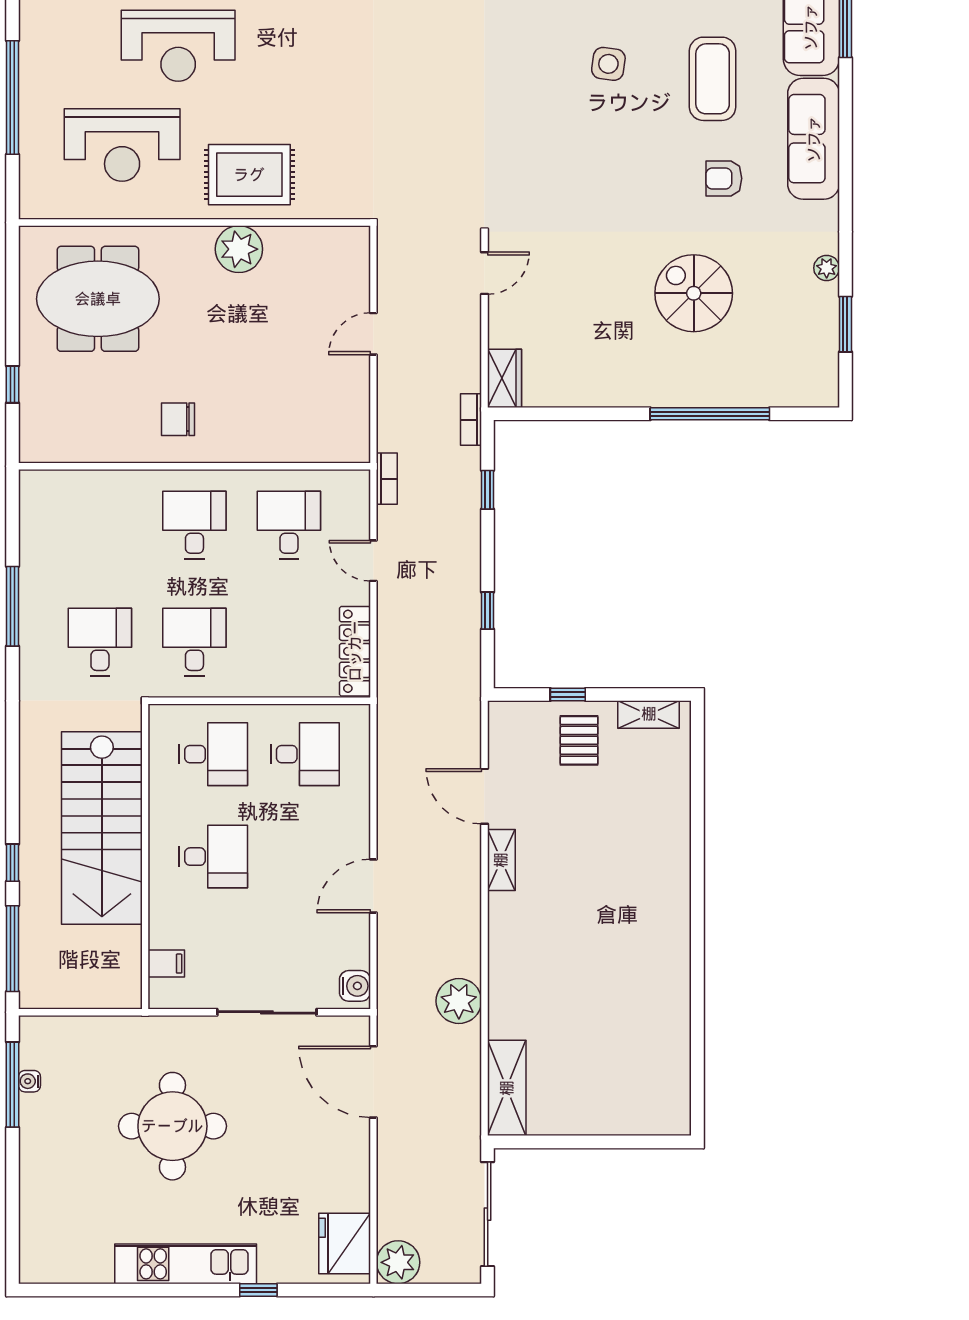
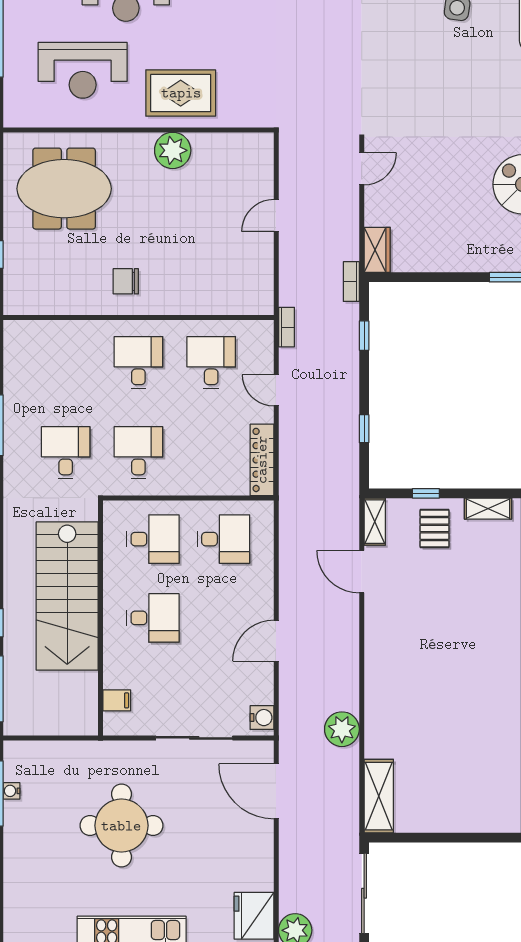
shelving: (501, 860) -> (375, 522), moved

